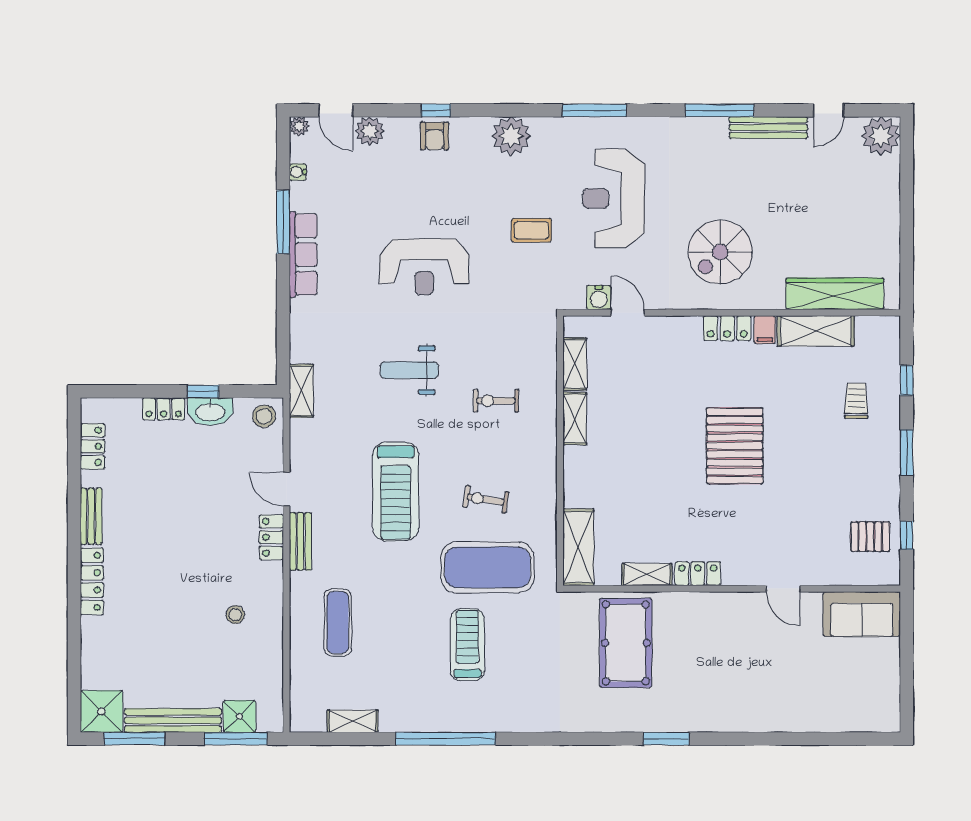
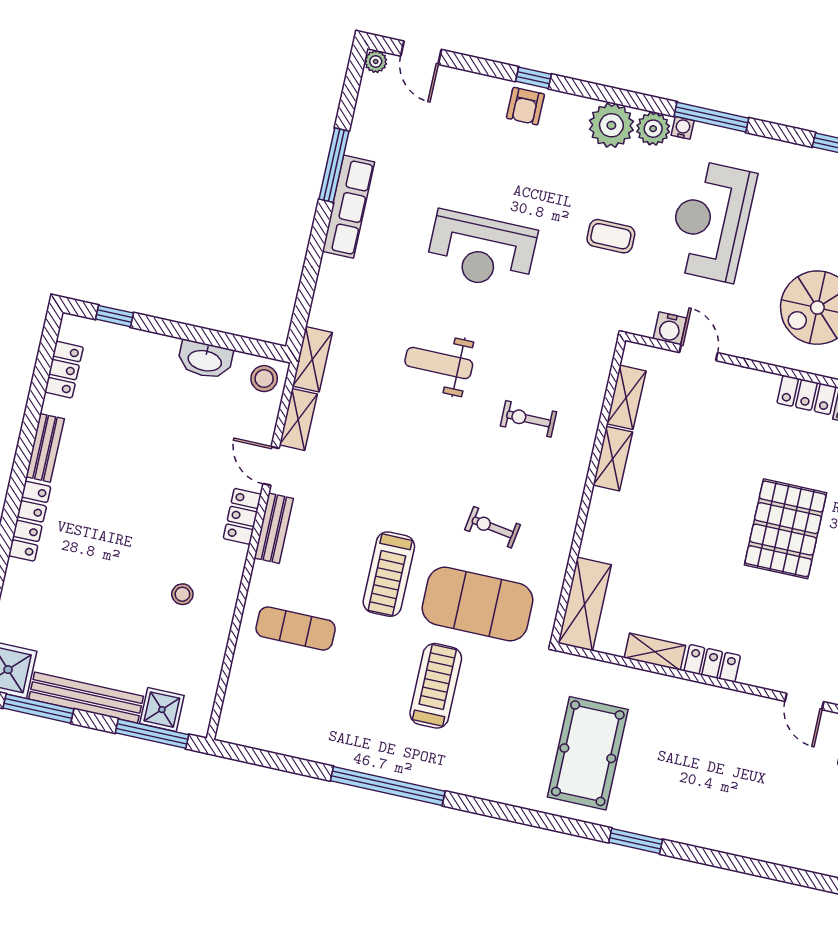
plant: (370, 131) -> (653, 129), moved
water cooler: (298, 172) -> (683, 128), moved, turned 90
window: (203, 391) -> (114, 316), moved
locker: (164, 409) -> (153, 345), removed
treadmill: (396, 492) -> (389, 574), moved, width x0.73, depth x0.73
exercise mat: (338, 622) -> (296, 629), turned 90
pool table: (626, 643) -> (588, 753), moved
shelving: (353, 721) -> (298, 419), moved, turned 90

